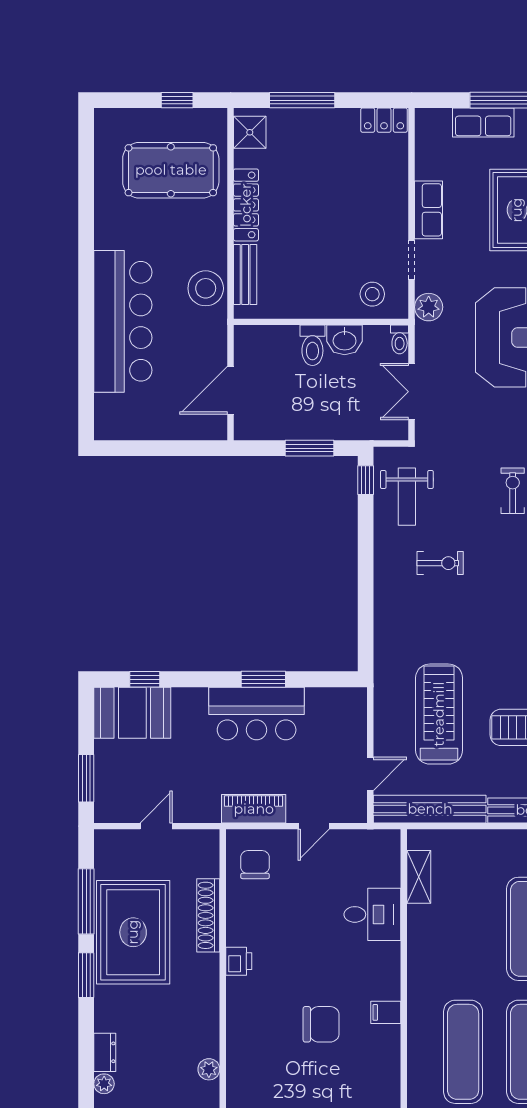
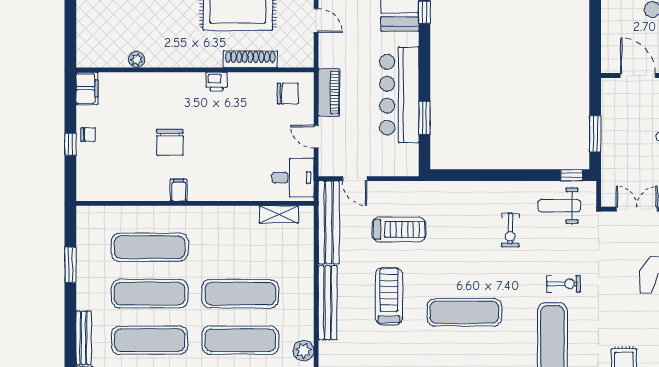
window: (263, 679) -> (425, 118), moved
bar counter: (257, 713) -> (399, 95), width x1.36
treadmill: (439, 714) -> (399, 229), width x0.73, depth x0.73
desk: (372, 914) -> (293, 178), moved, turned -90

